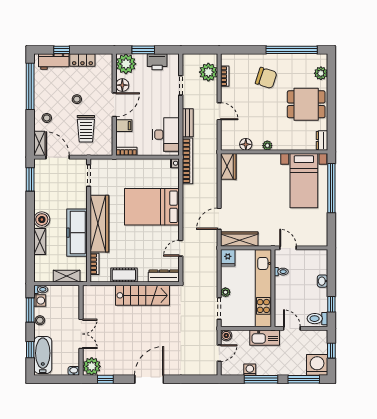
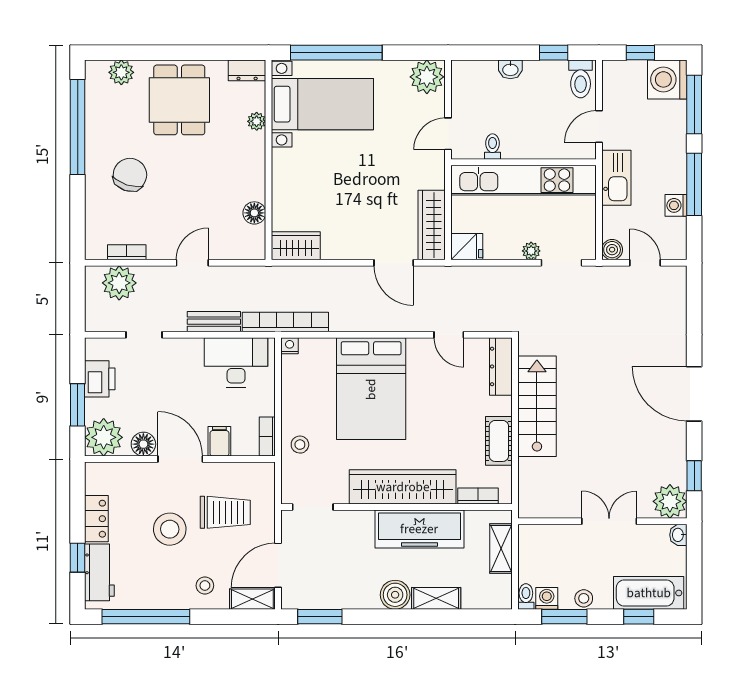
stool: (77, 99) -> (170, 529), width x1.89, depth x1.89
plant: (267, 146) -> (257, 121), moved
stool: (122, 169) -> (300, 445), added
plant: (318, 237) -> (427, 77), added

